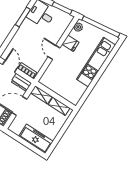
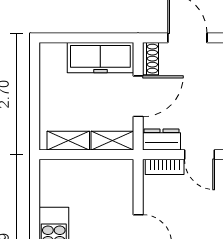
freezer: (36, 139) -> (100, 58), moved

